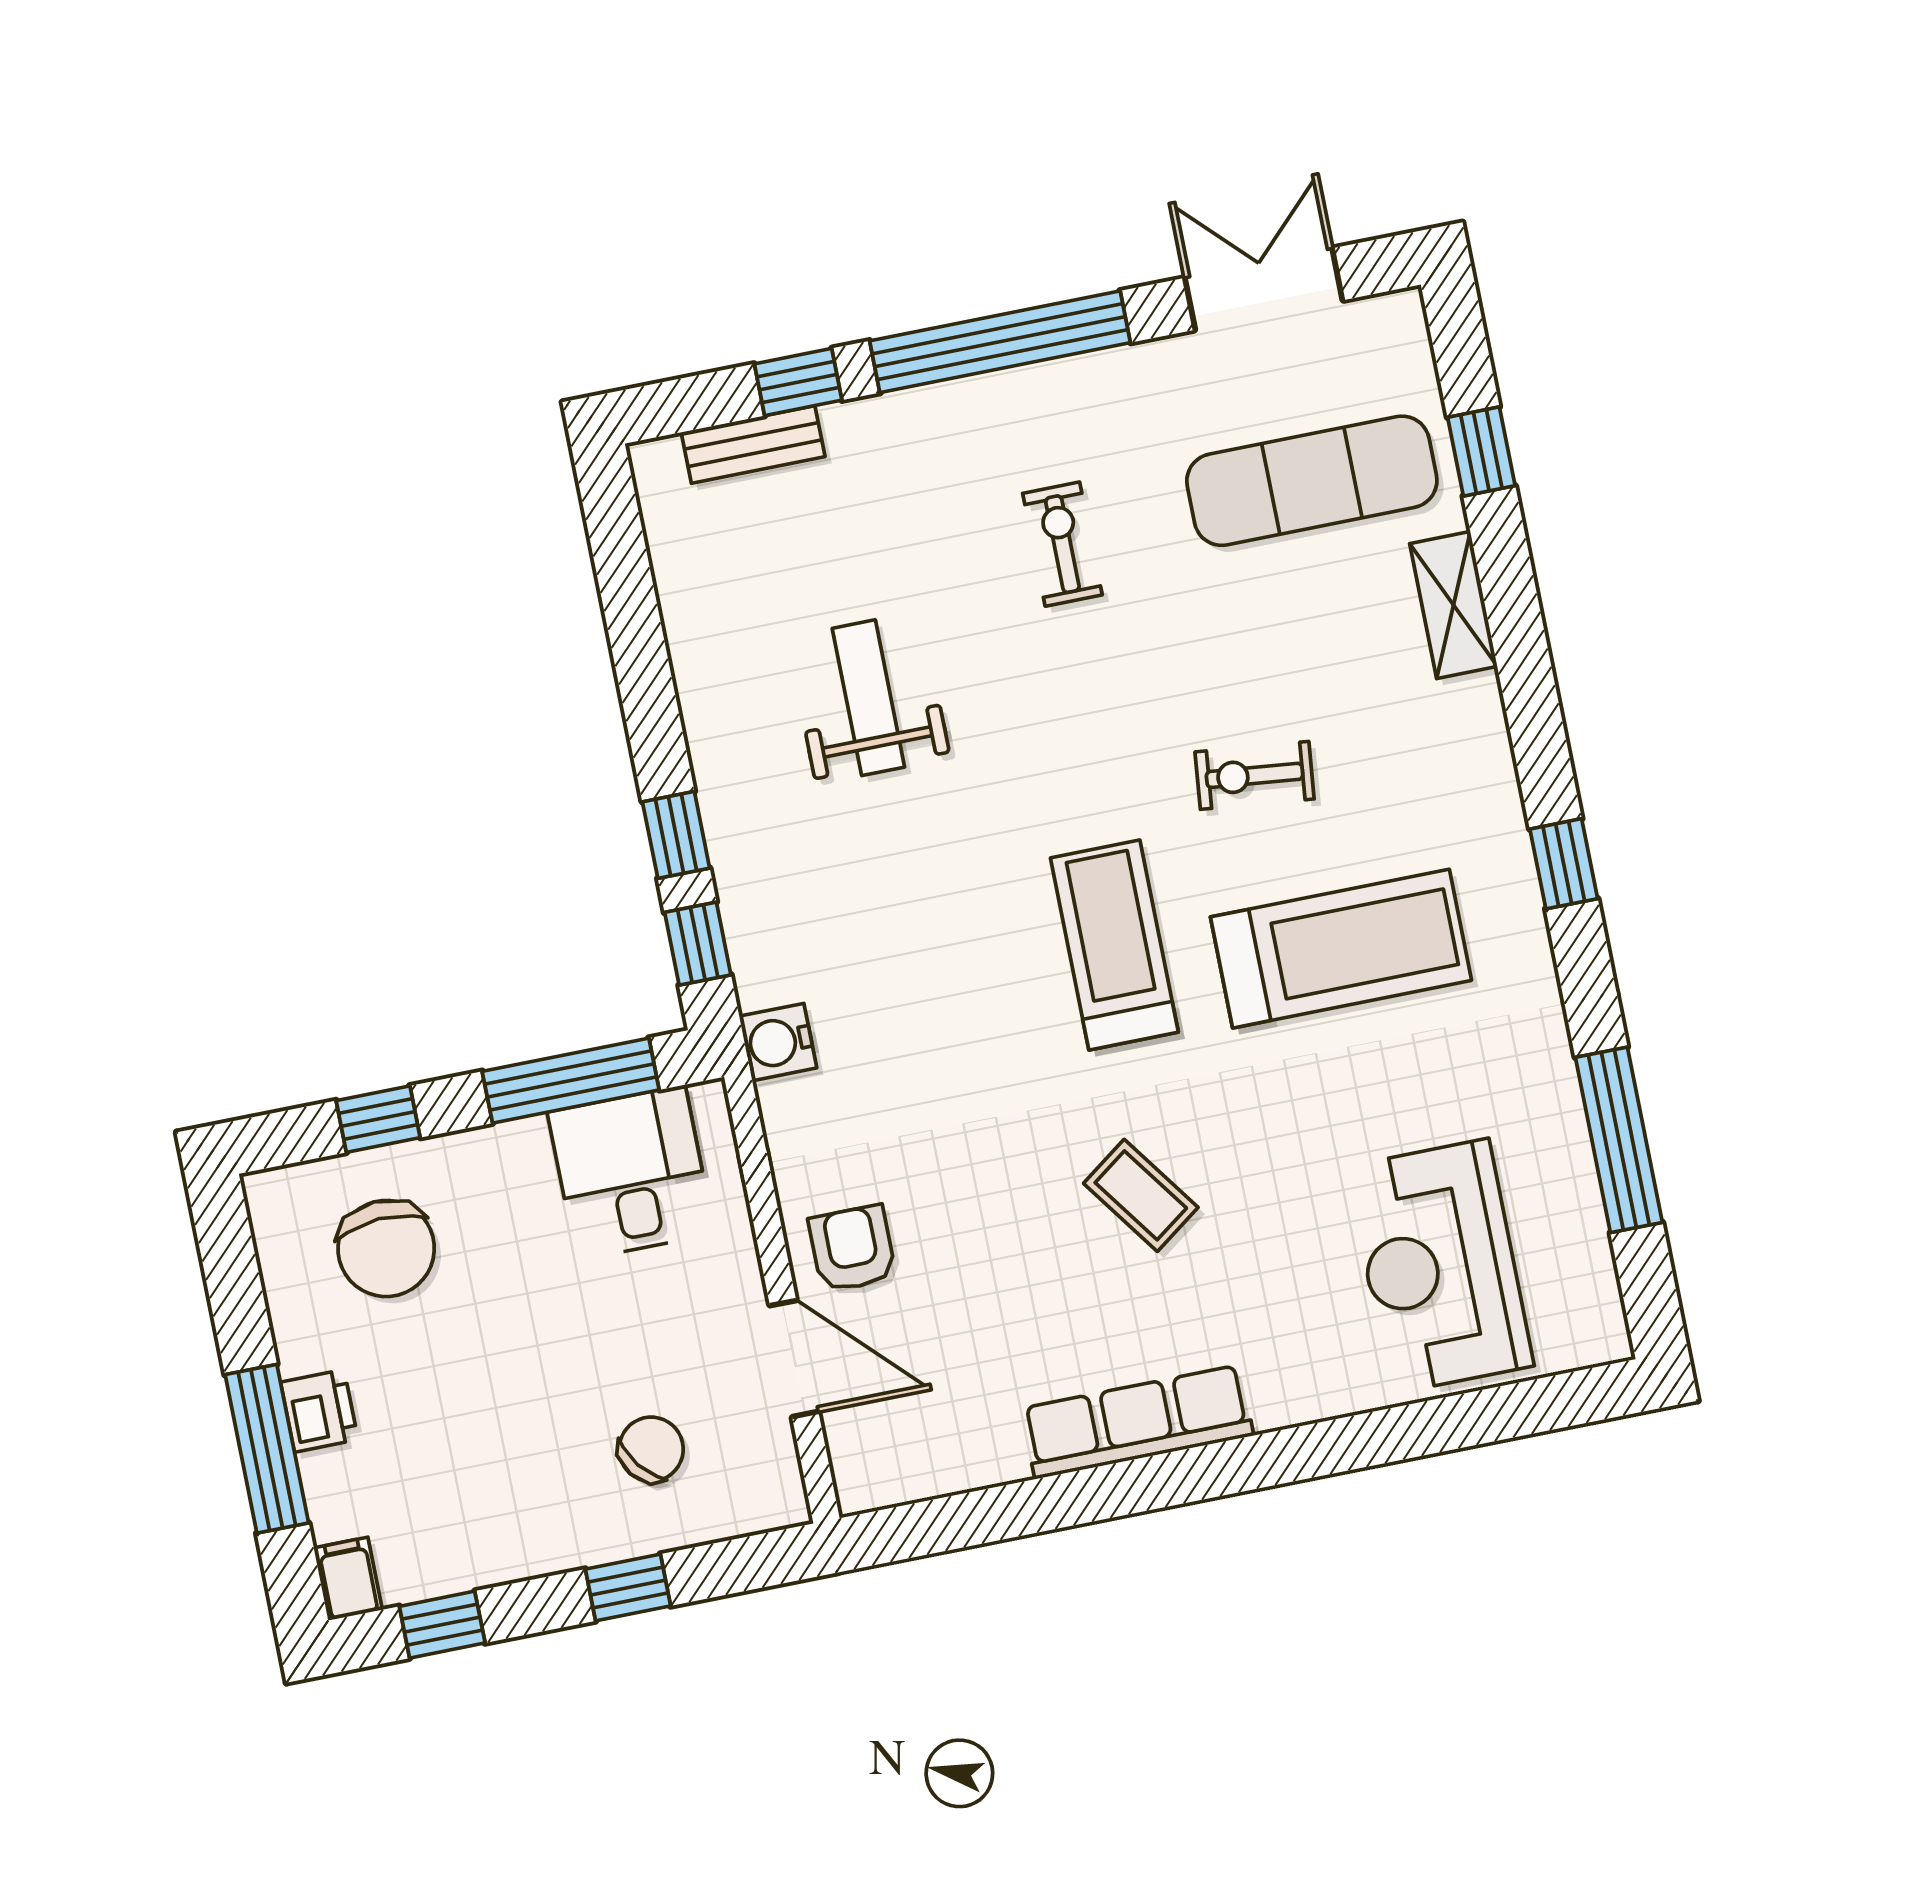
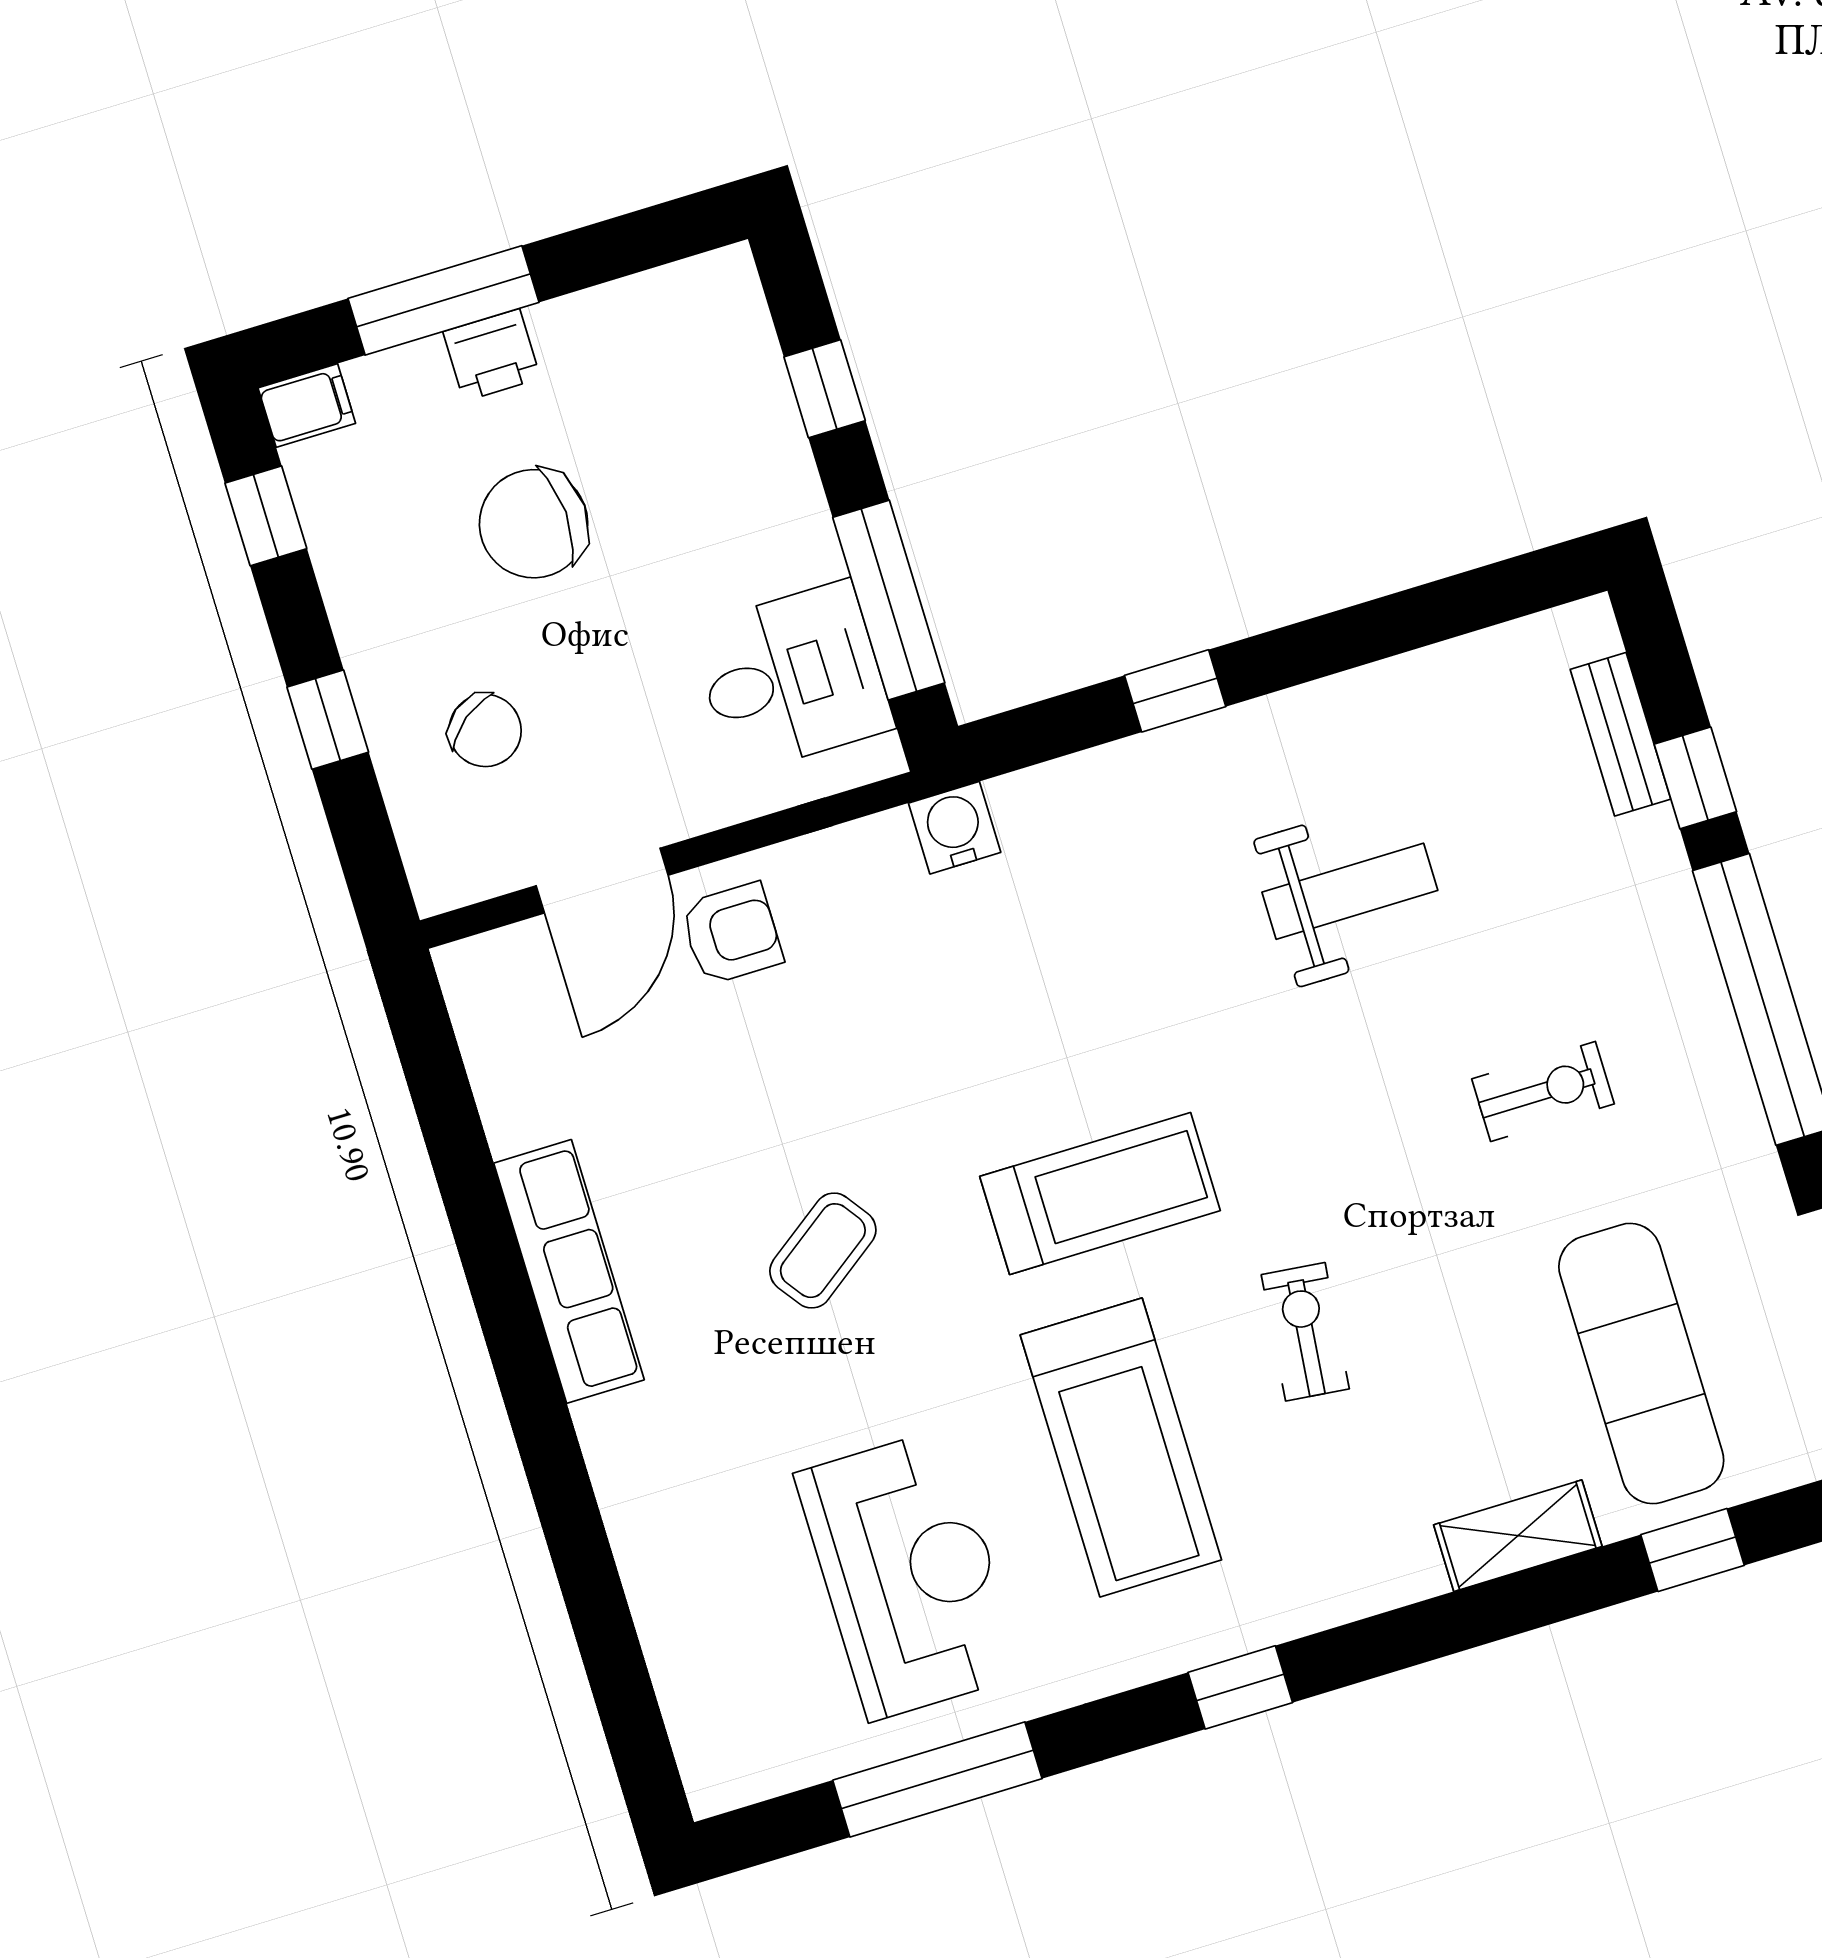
window: (698, 944) -> (1056, 727), removed
chair: (386, 1248) -> (534, 524), moved
reception desk: (1440, 1266) -> (909, 1575), moved, turned 90

